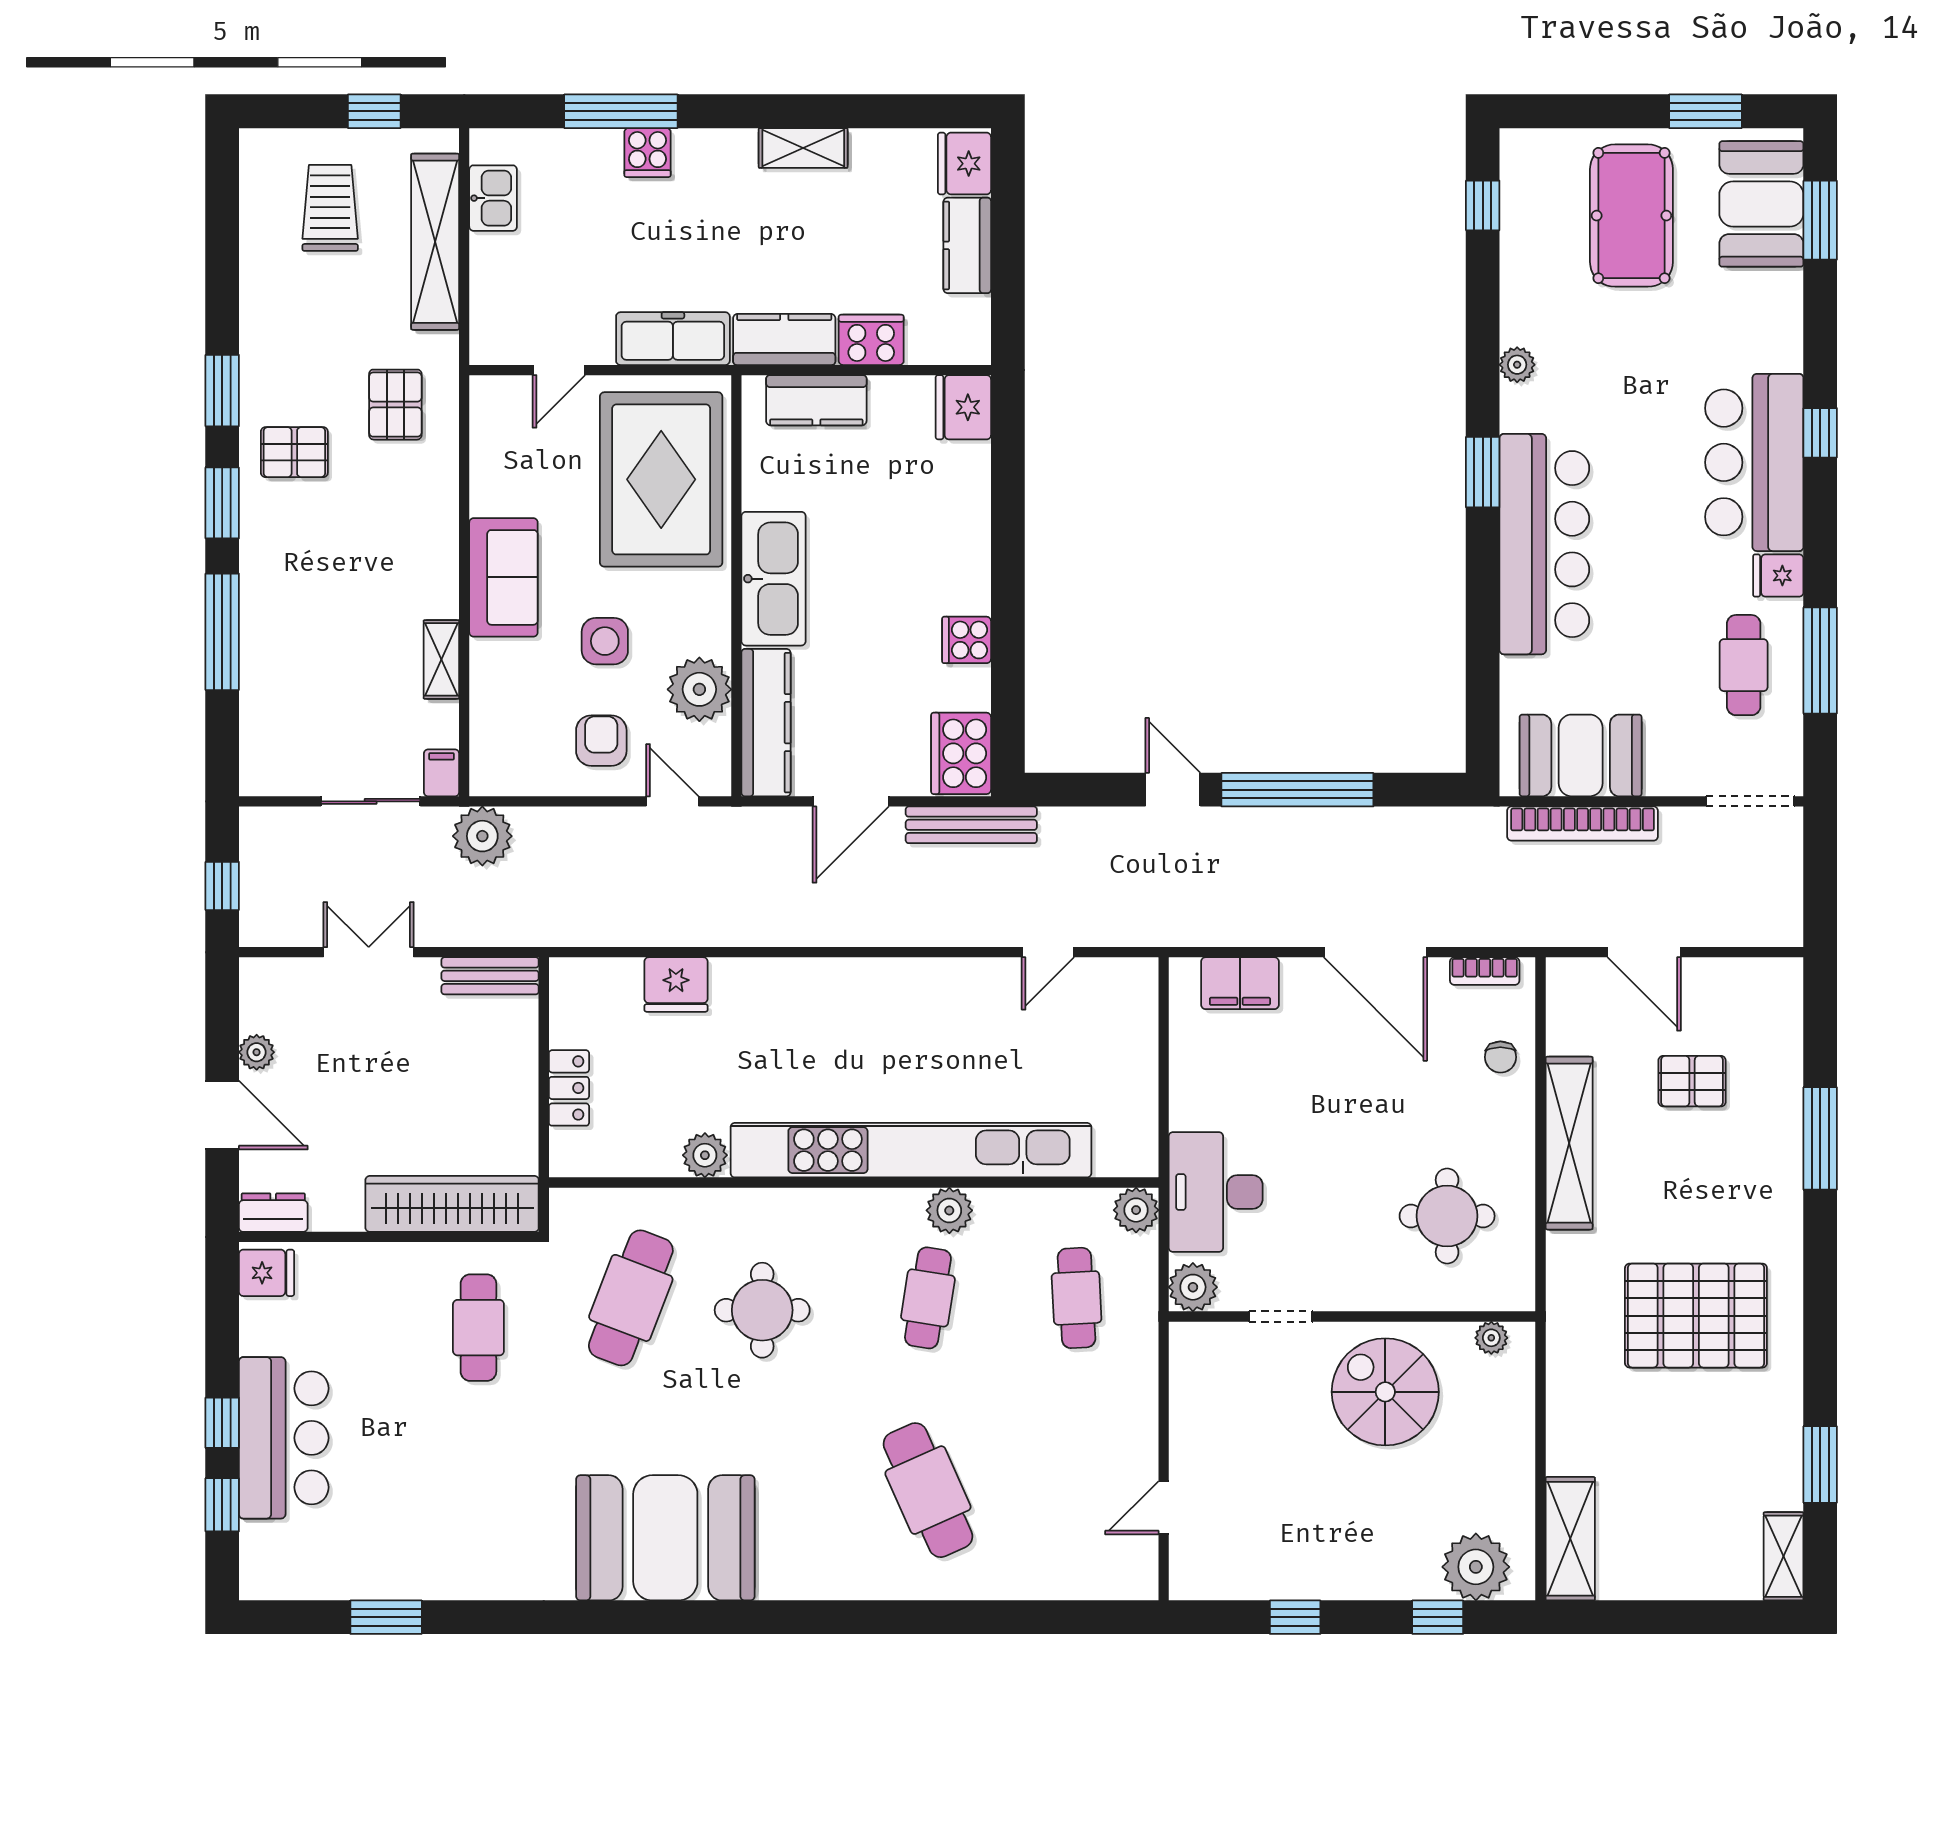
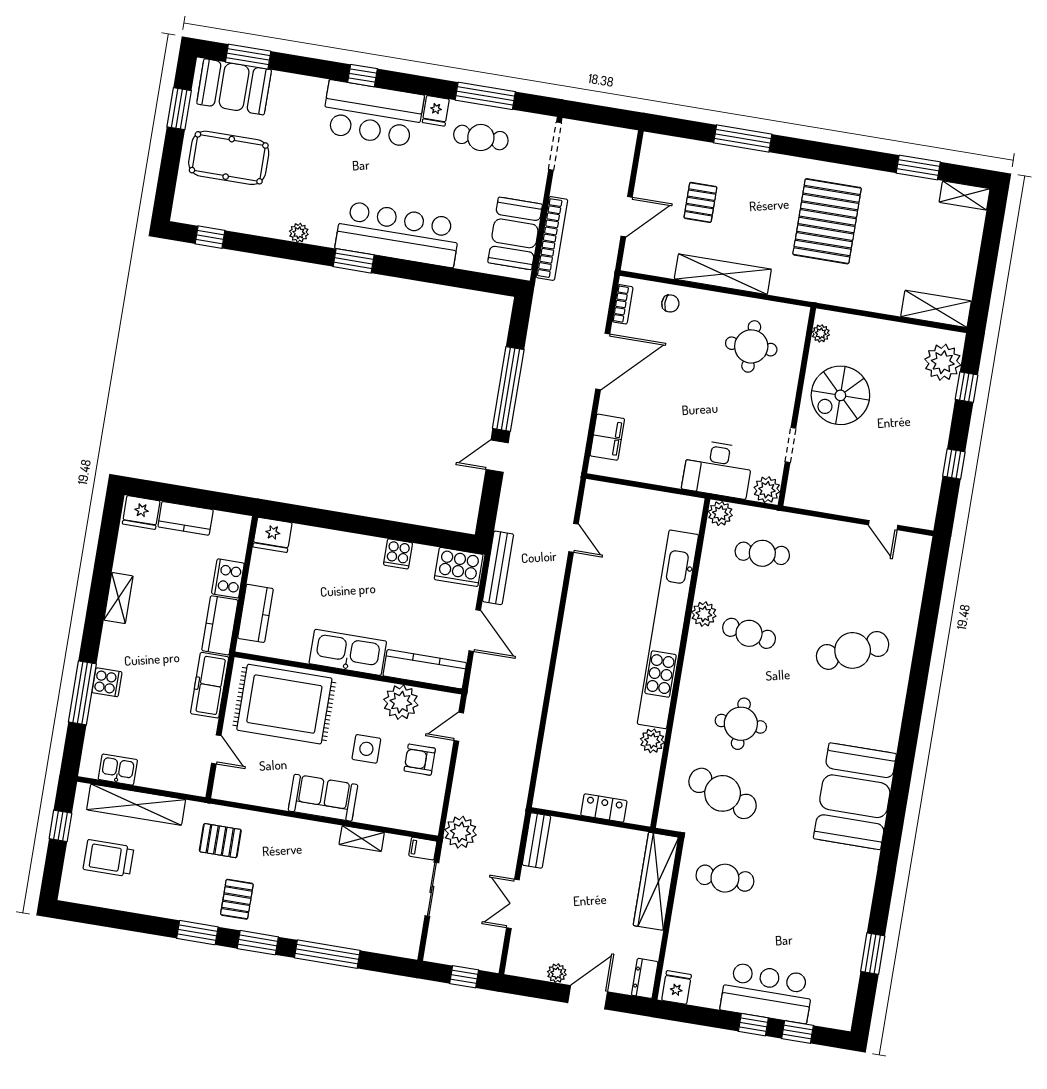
fridge: (676, 984) -> (558, 741), removed

